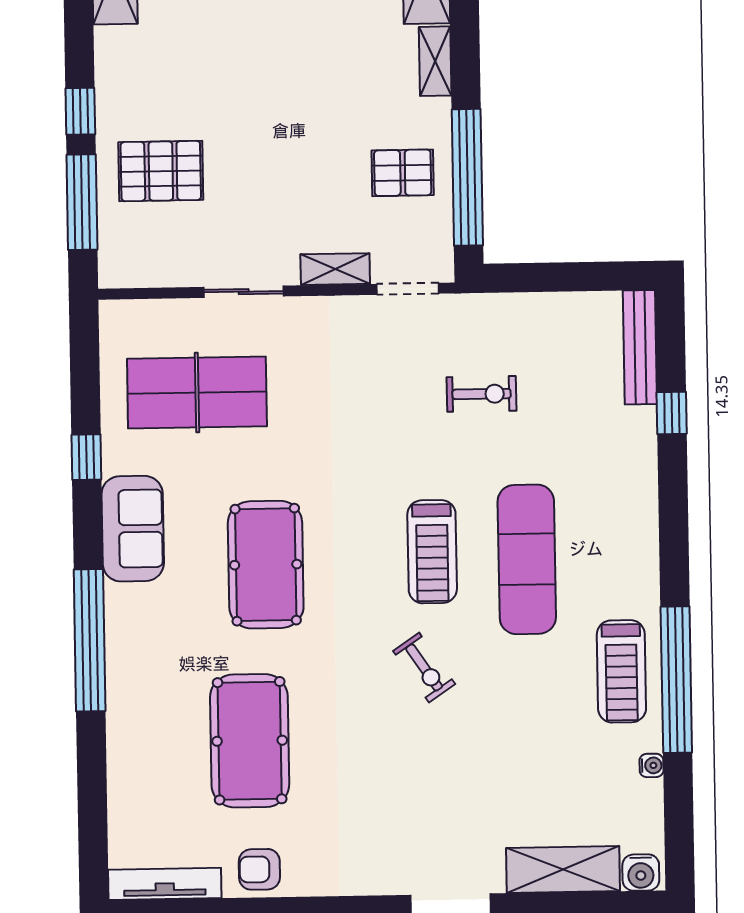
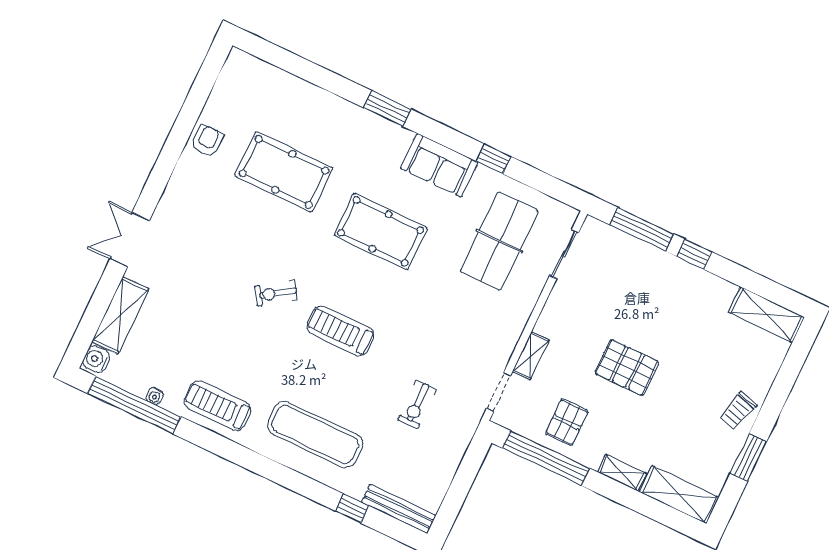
pallet: (161, 171) -> (627, 367), moved, turned 90
sliding door: (244, 292) -> (564, 254), moved
exercise mat: (527, 559) -> (315, 434), moved
window: (90, 640) -> (387, 108), width x0.47
window: (676, 680) -> (134, 405), moved
tv unit: (165, 884) -> (226, 82), removed

